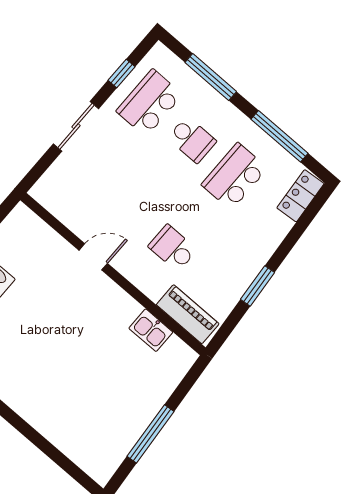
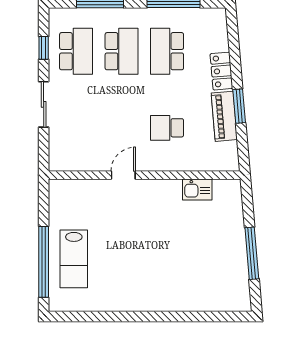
school desk: (149, 103) -> (76, 51), turned 180
school desk: (192, 140) -> (122, 51), width x1.85
locker: (300, 196) -> (221, 71), moved
piano: (188, 314) -> (224, 116), moved, turned -95

